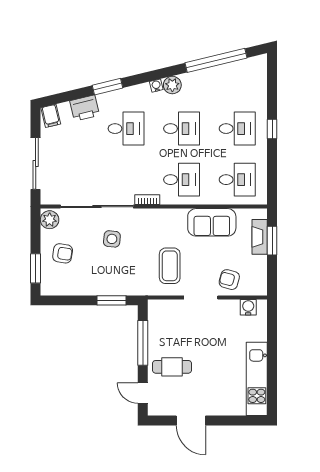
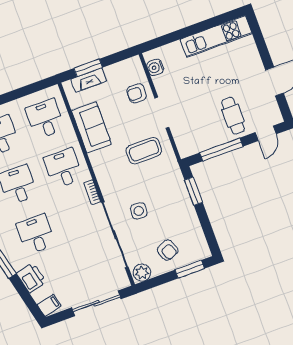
armchair: (63, 253) -> (168, 250), turned 149
armchair: (229, 280) -> (137, 93), turned 75

